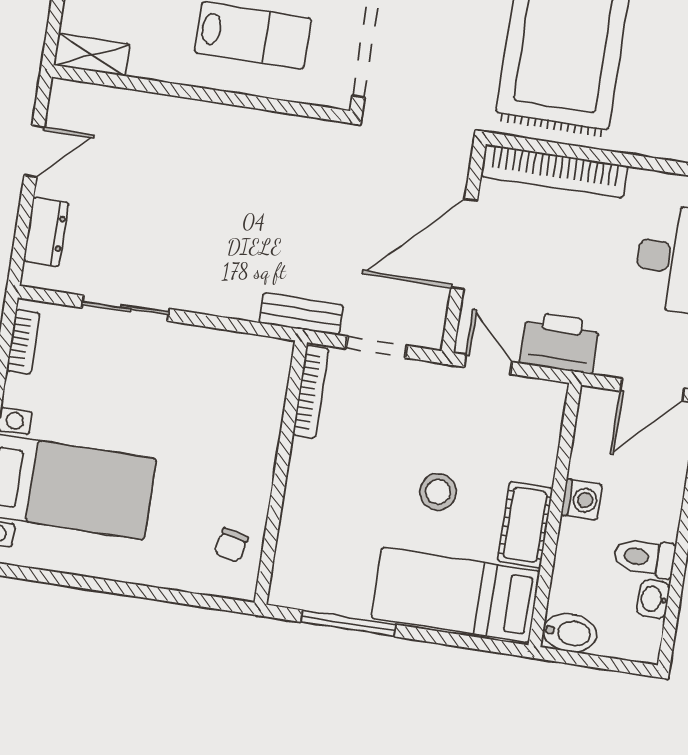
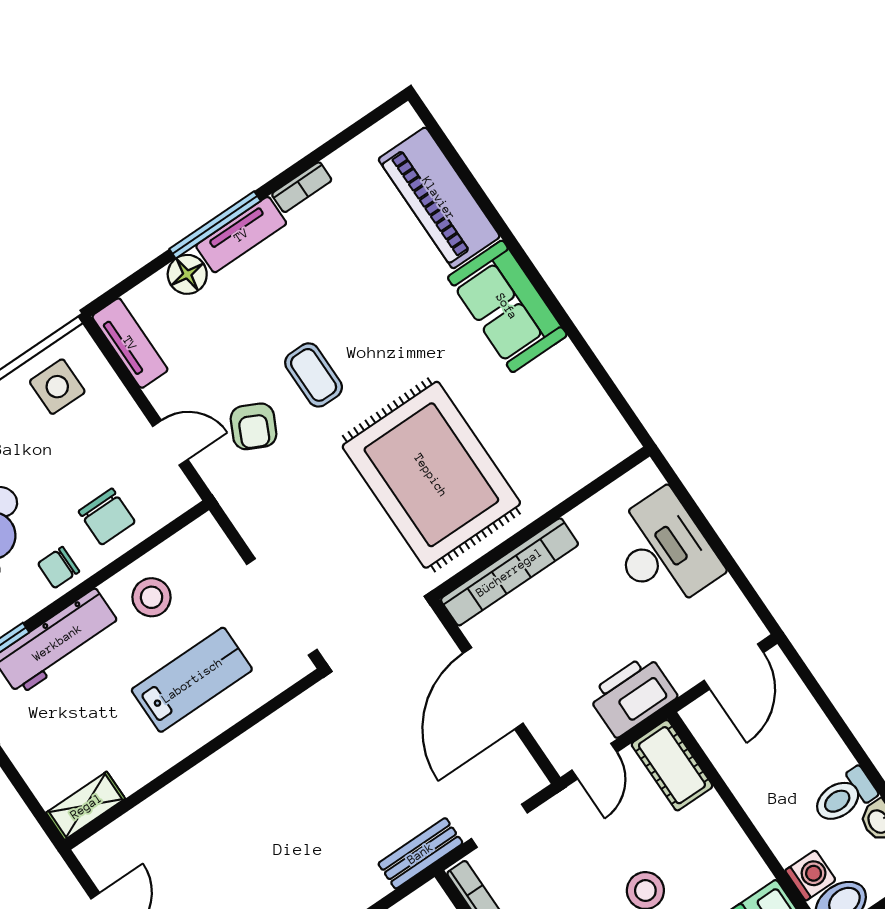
door: (488, 364) -> (594, 761), swing flipped
washing machine: (581, 500) -> (810, 875), moved
cot: (525, 525) -> (672, 765), moved

